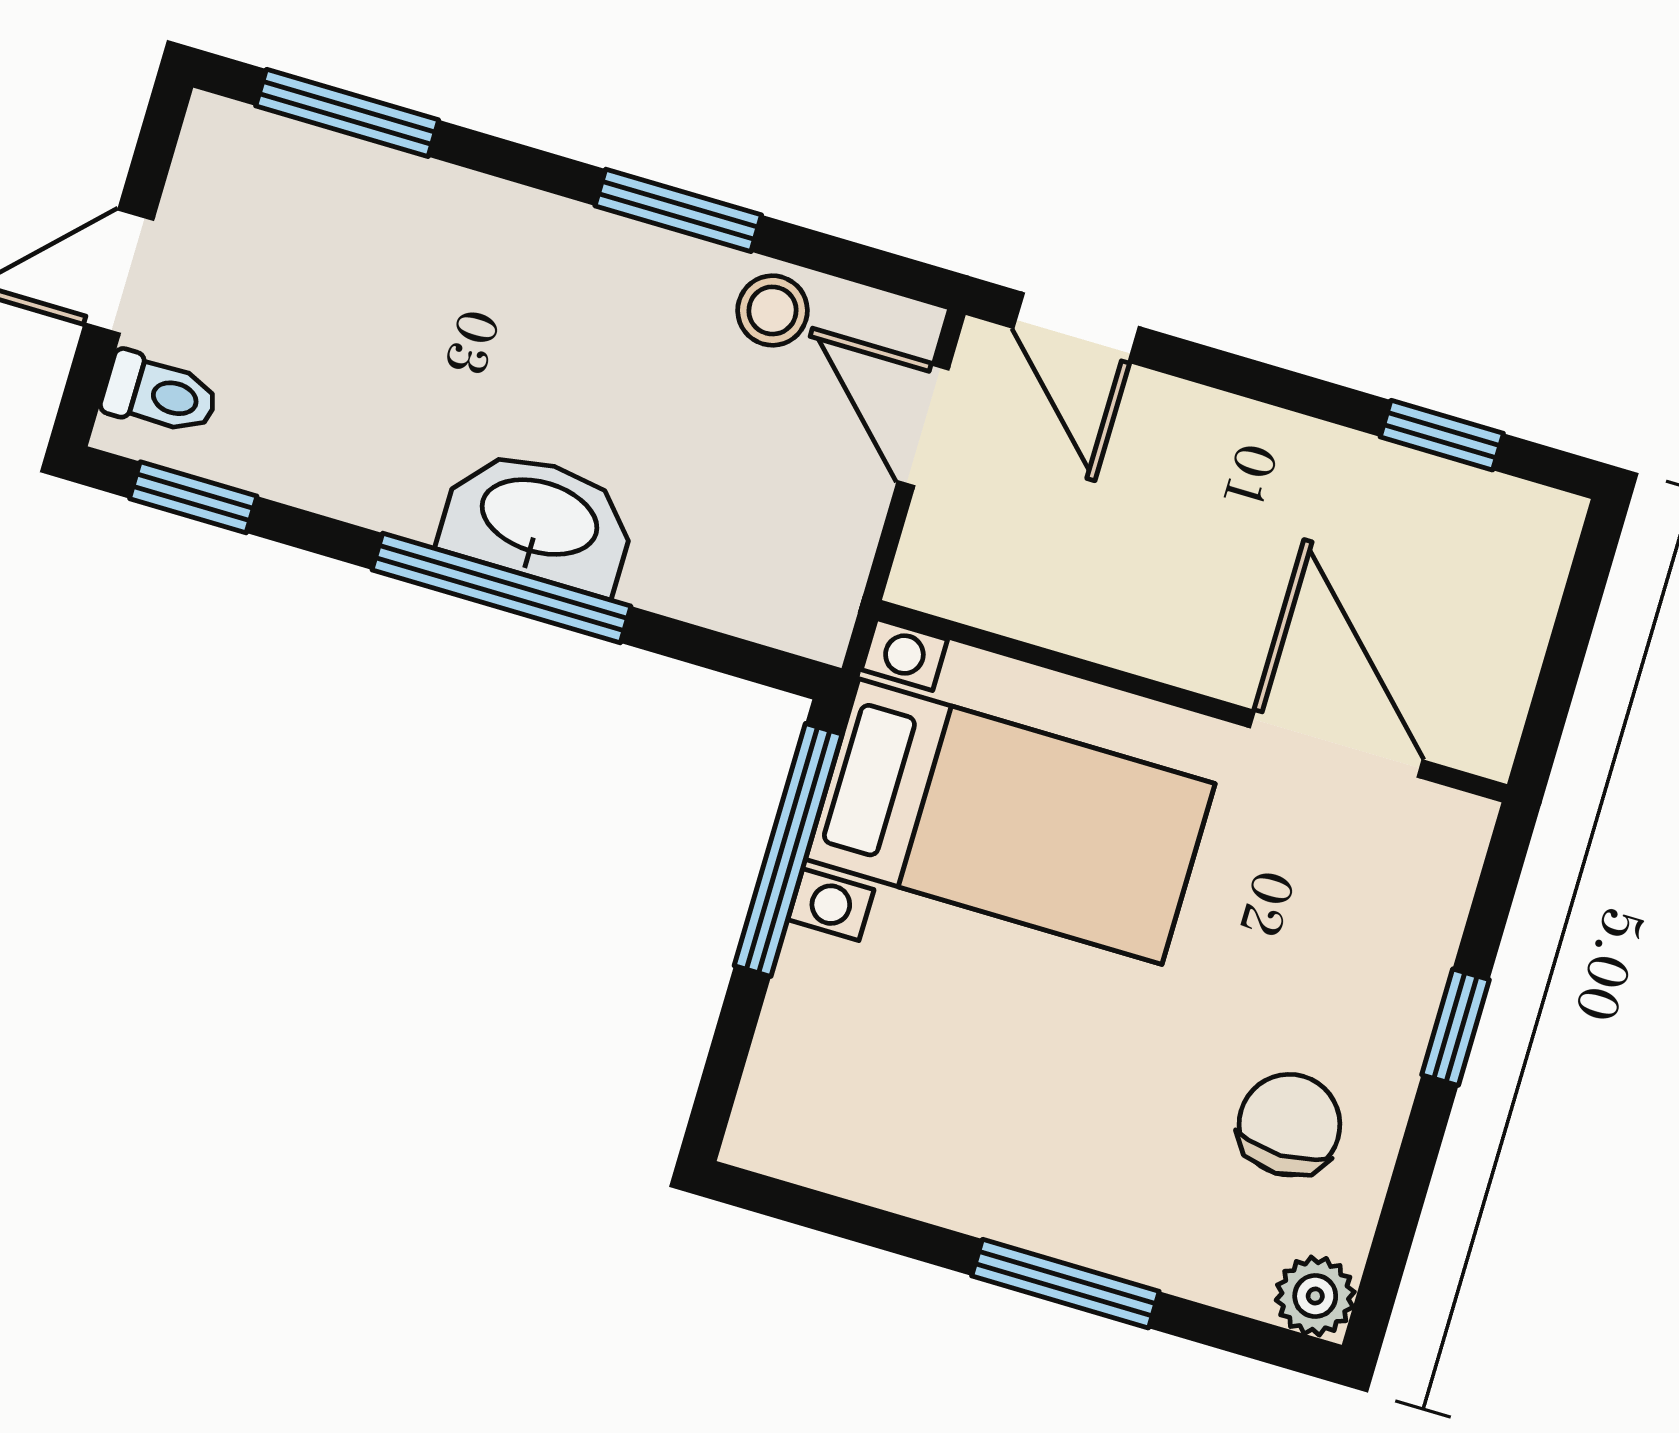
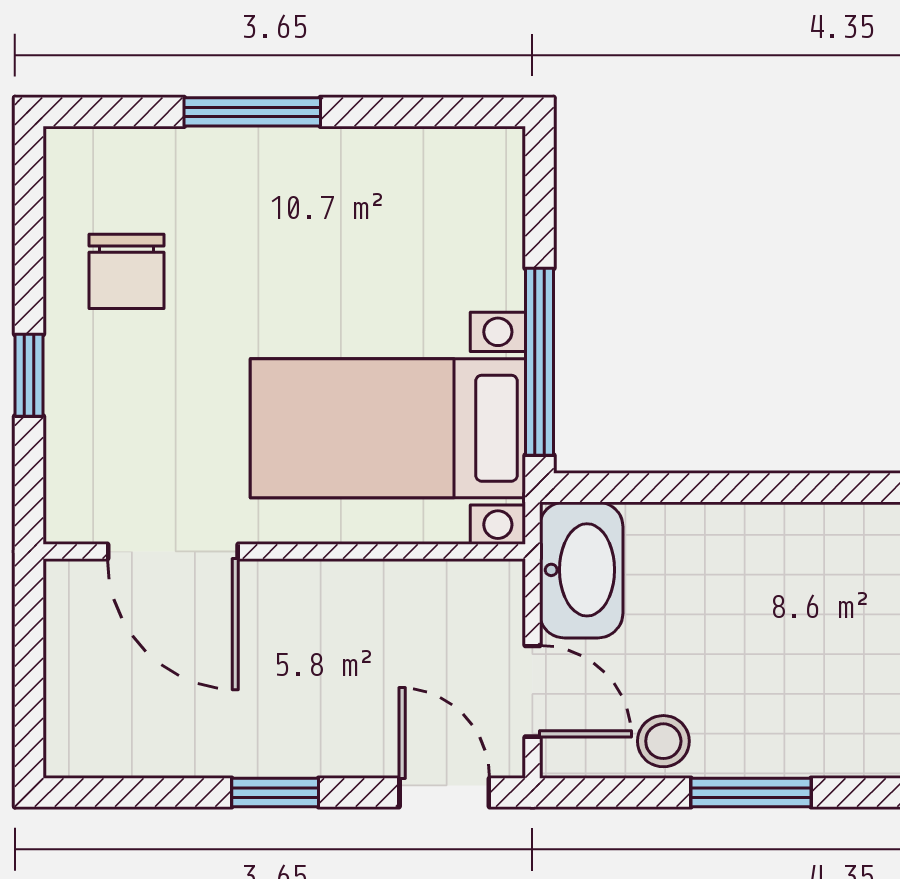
window: (1442, 435) -> (275, 793), moved
washbasin: (539, 520) -> (581, 570), moved, turned -90
window: (501, 588) -> (798, 488), removed
plant: (1315, 1296) -> (72, 155), removed

